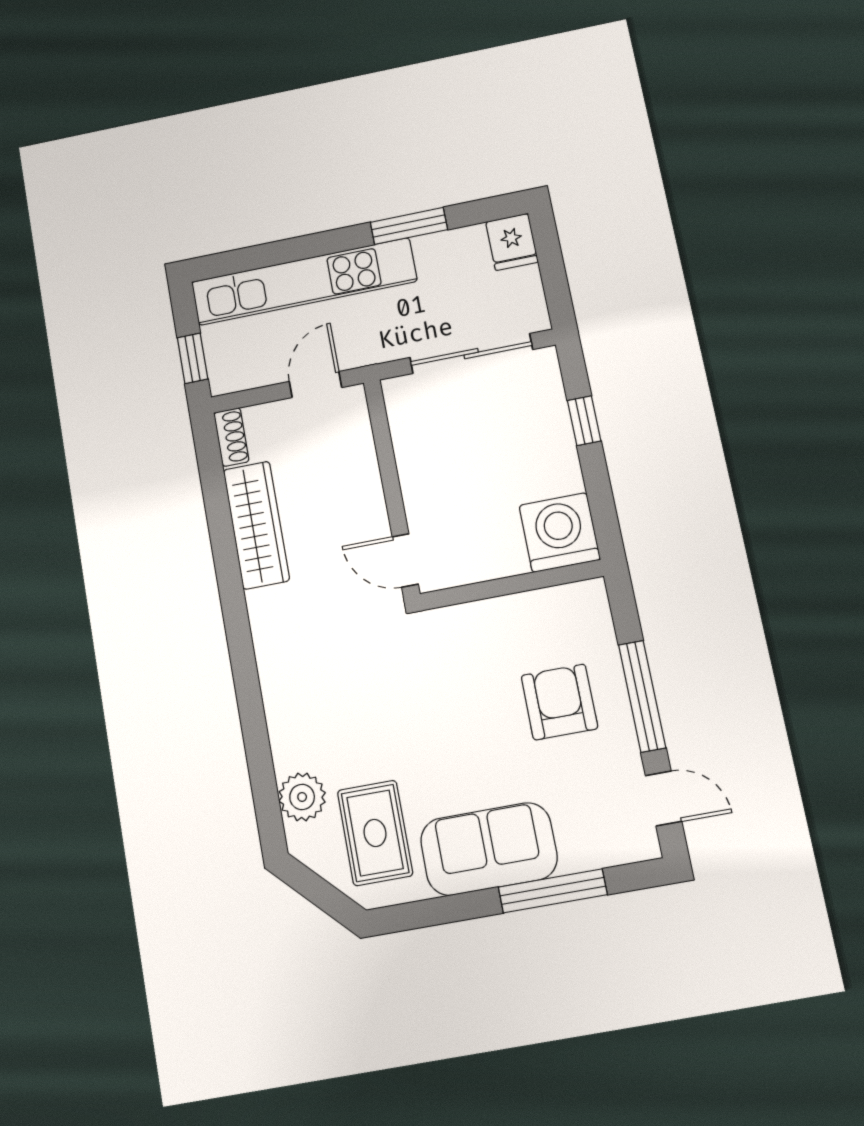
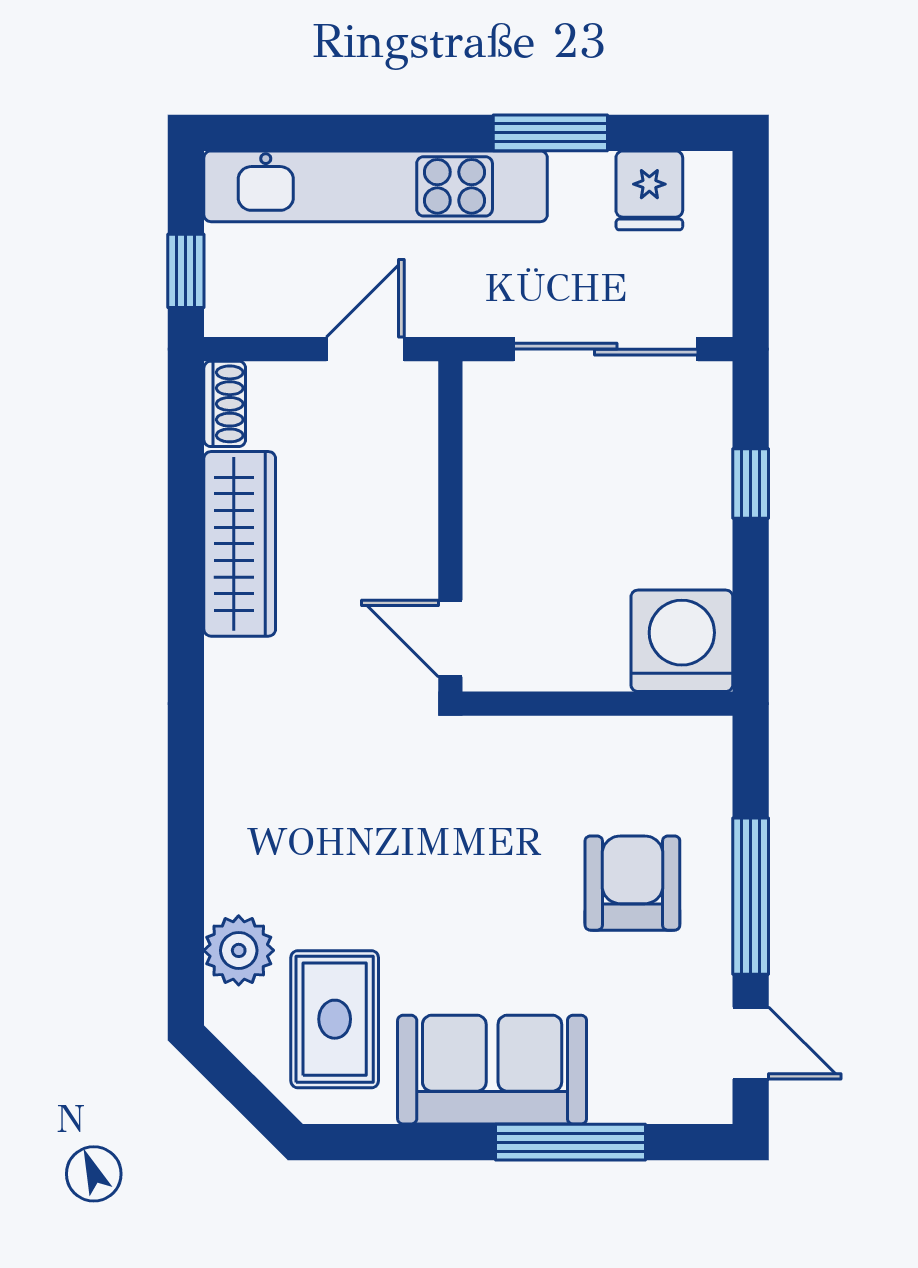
fridge: (512, 242) -> (649, 190), moved

